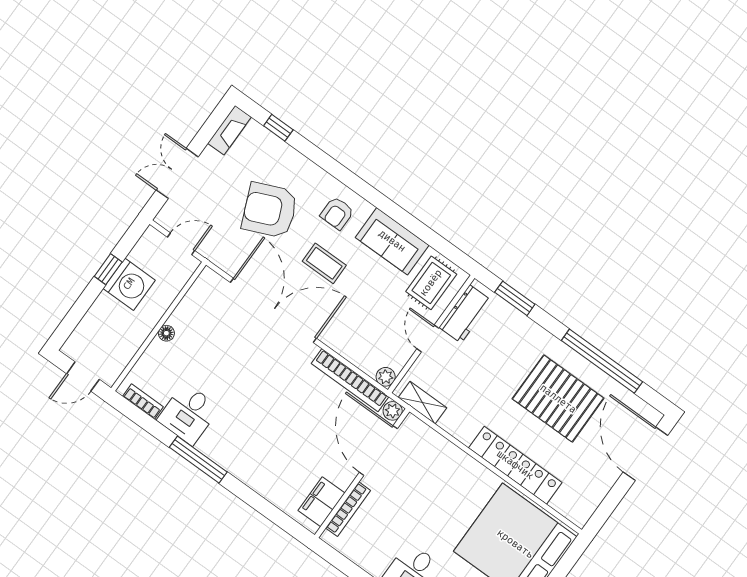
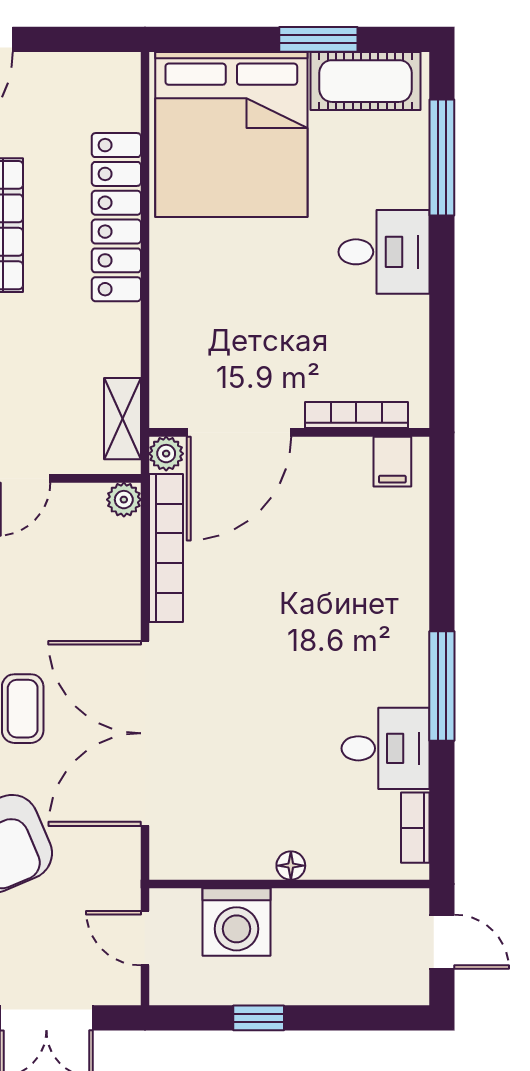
washing machine: (129, 284) -> (236, 922), moved, turned 180
filing cabinet: (322, 502) -> (392, 462), width x0.50

